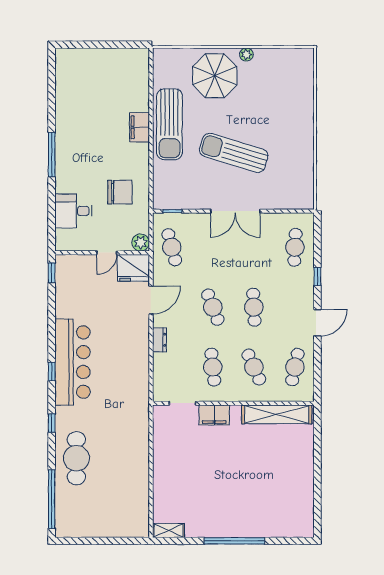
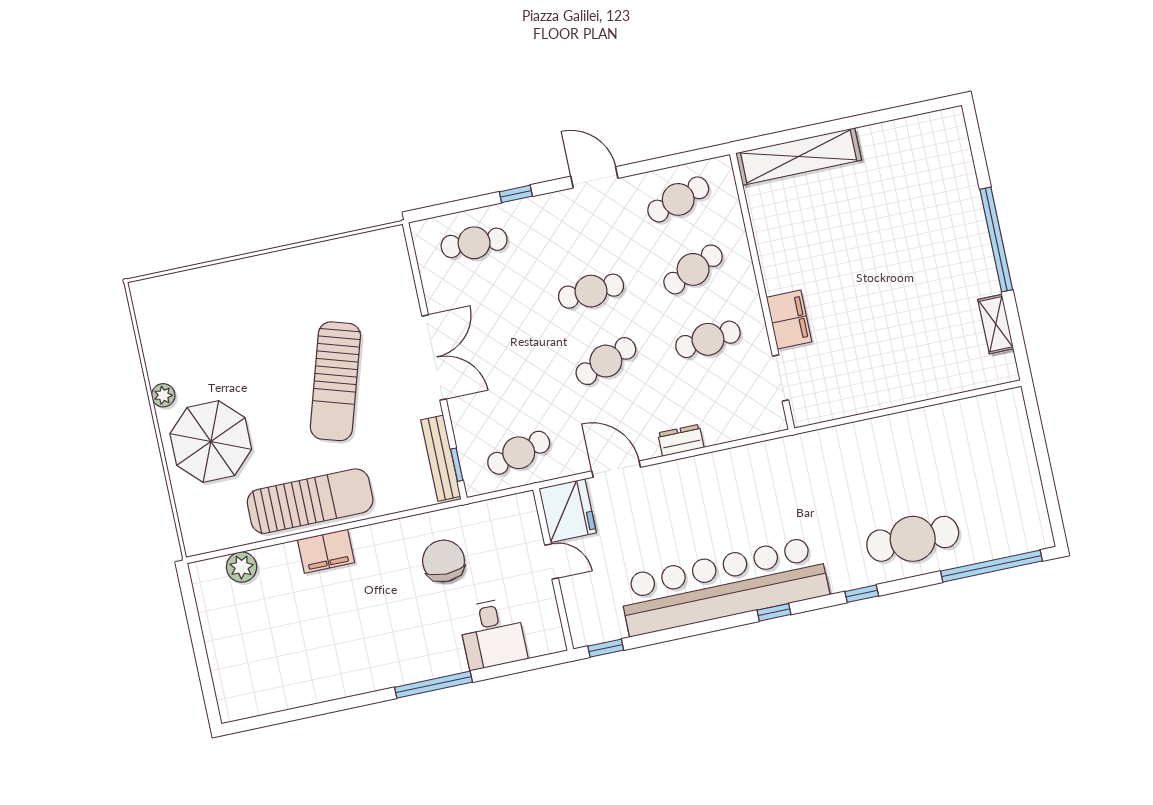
window: (52, 155) -> (434, 685), moved
bench: (178, 203) -> (441, 458), added
plant: (141, 242) -> (242, 567), moved
bar counter: (72, 362) -> (724, 586), width x1.36
cafe table: (295, 367) -> (678, 199), turned -30
shelving: (277, 414) -> (799, 157), moved, turned 90
shelving: (168, 530) -> (996, 324), moved

